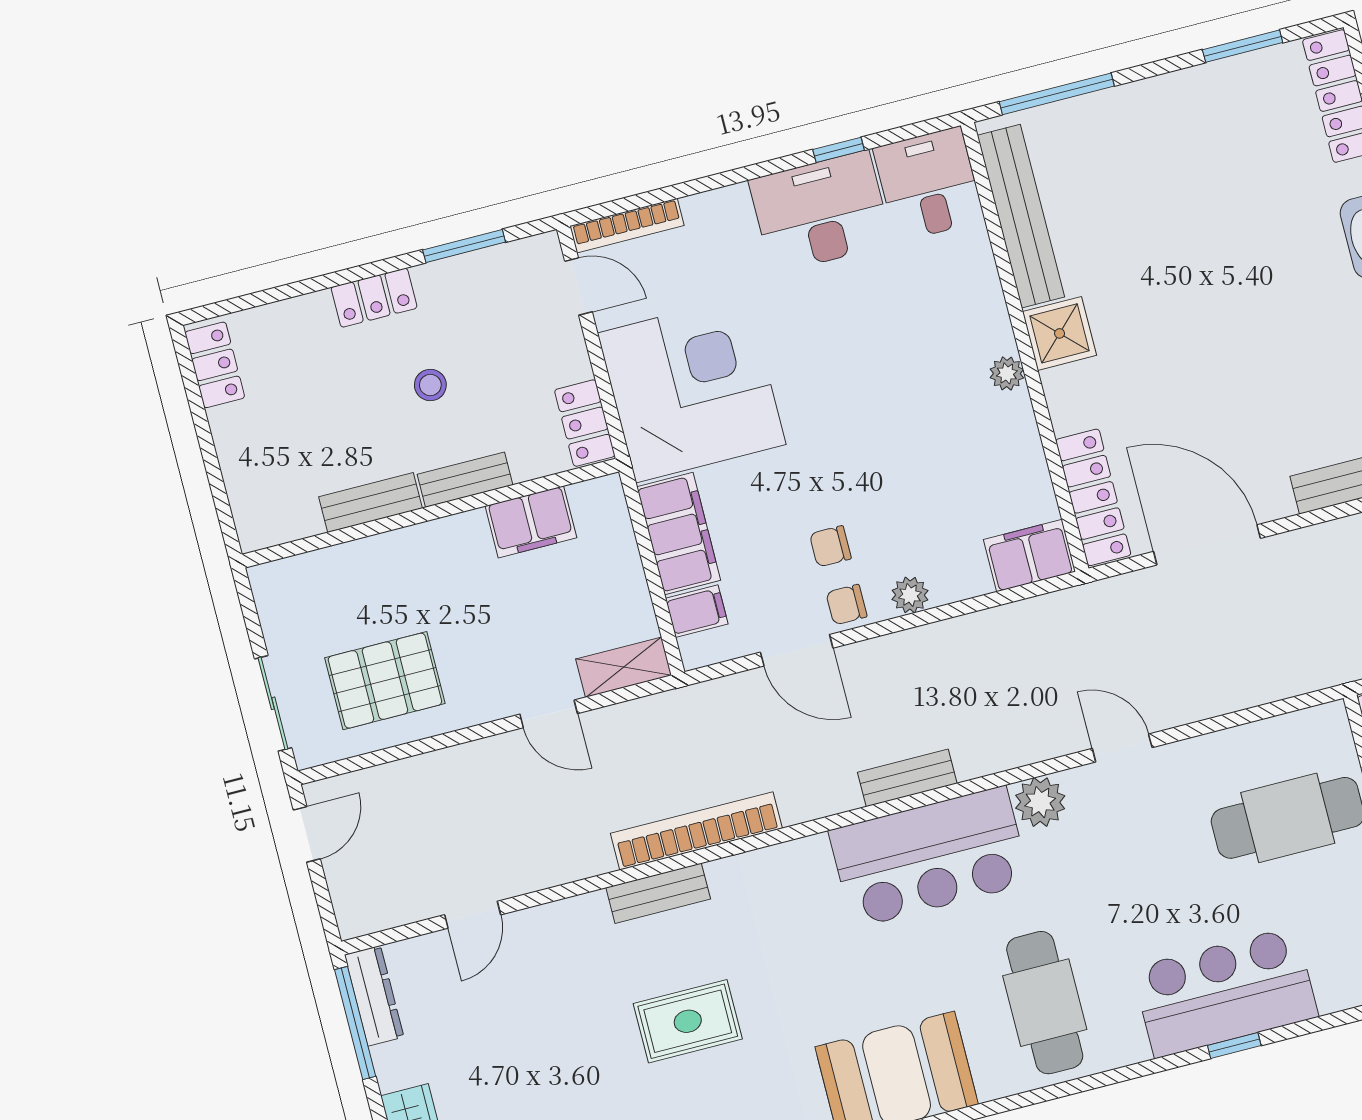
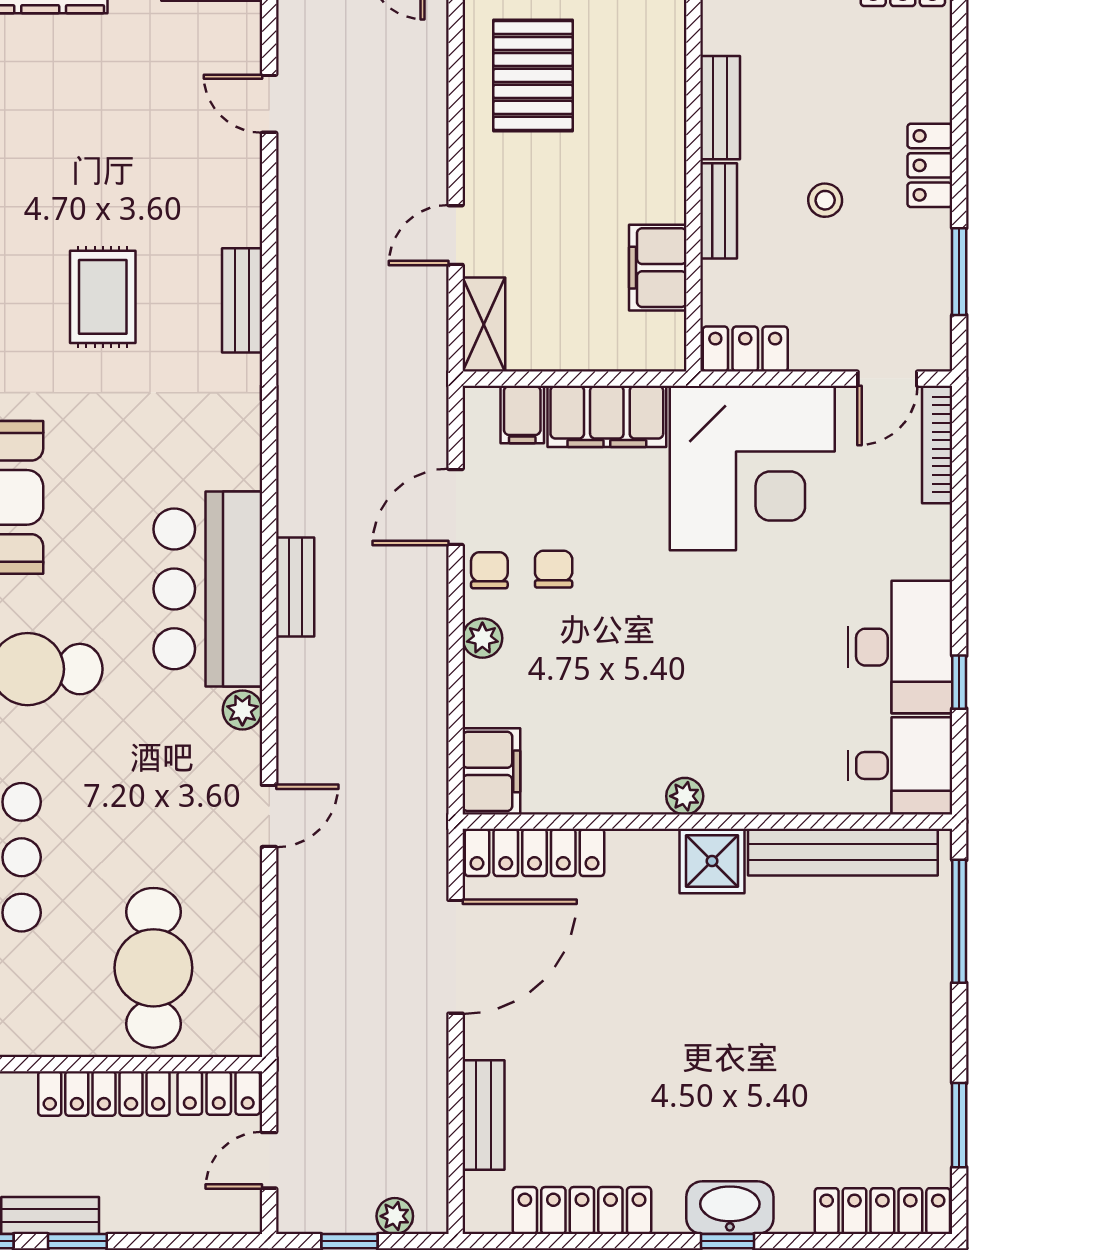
plant: (1040, 802) -> (242, 710), width x0.73, depth x0.73
bookcase: (696, 831) -> (296, 356), removed

